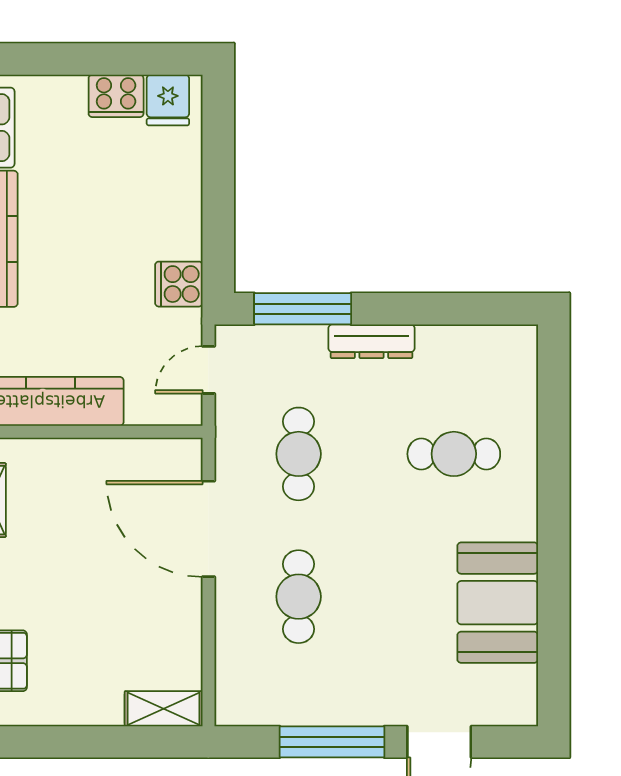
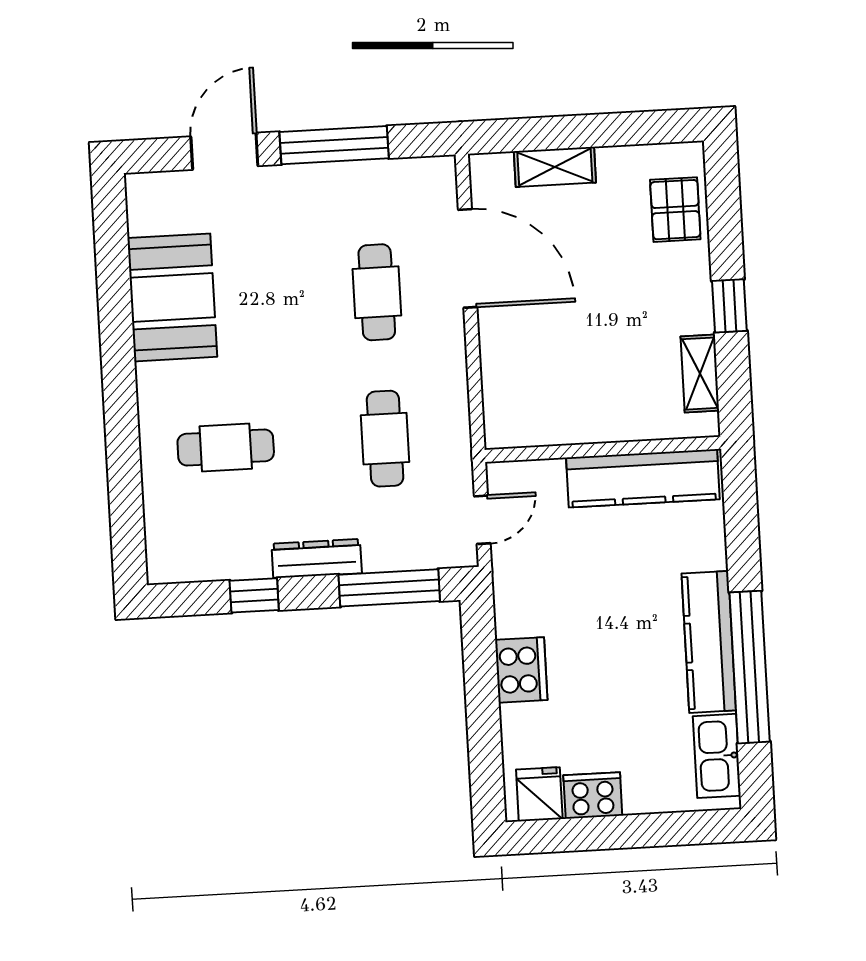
cooker: (179, 284) -> (521, 670), moved, width x1.36
window: (434, 309) -> (254, 595), added
door: (208, 529) -> (468, 258), moved
shelving: (164, 709) -> (555, 167), moved

